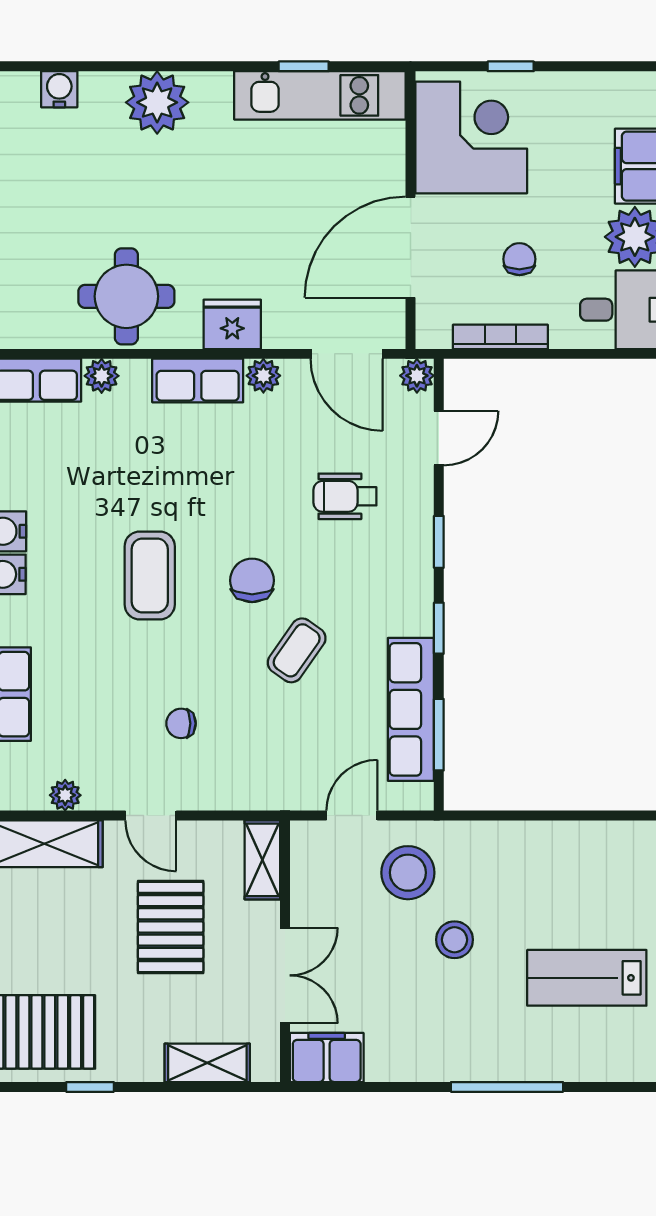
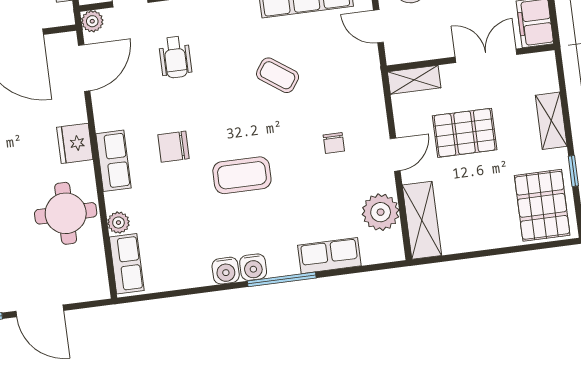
plant: (263, 376) -> (105, 119), removed
chair: (252, 580) -> (174, 147), moved
plant: (65, 795) -> (381, 212), width x1.88, depth x1.88
shelving: (207, 1063) -> (551, 121), moved

